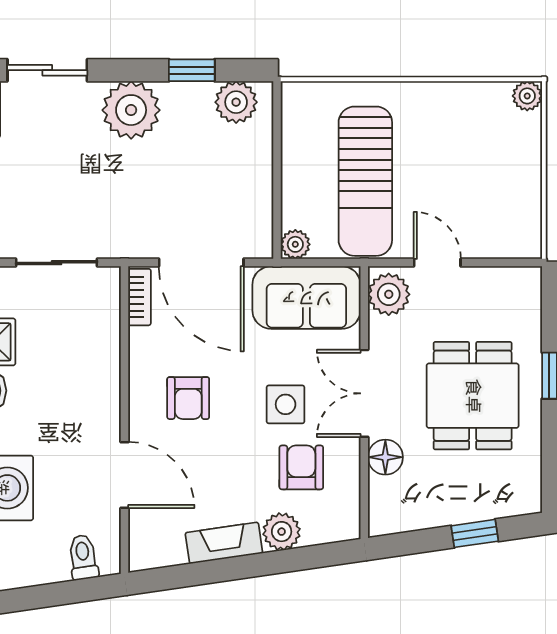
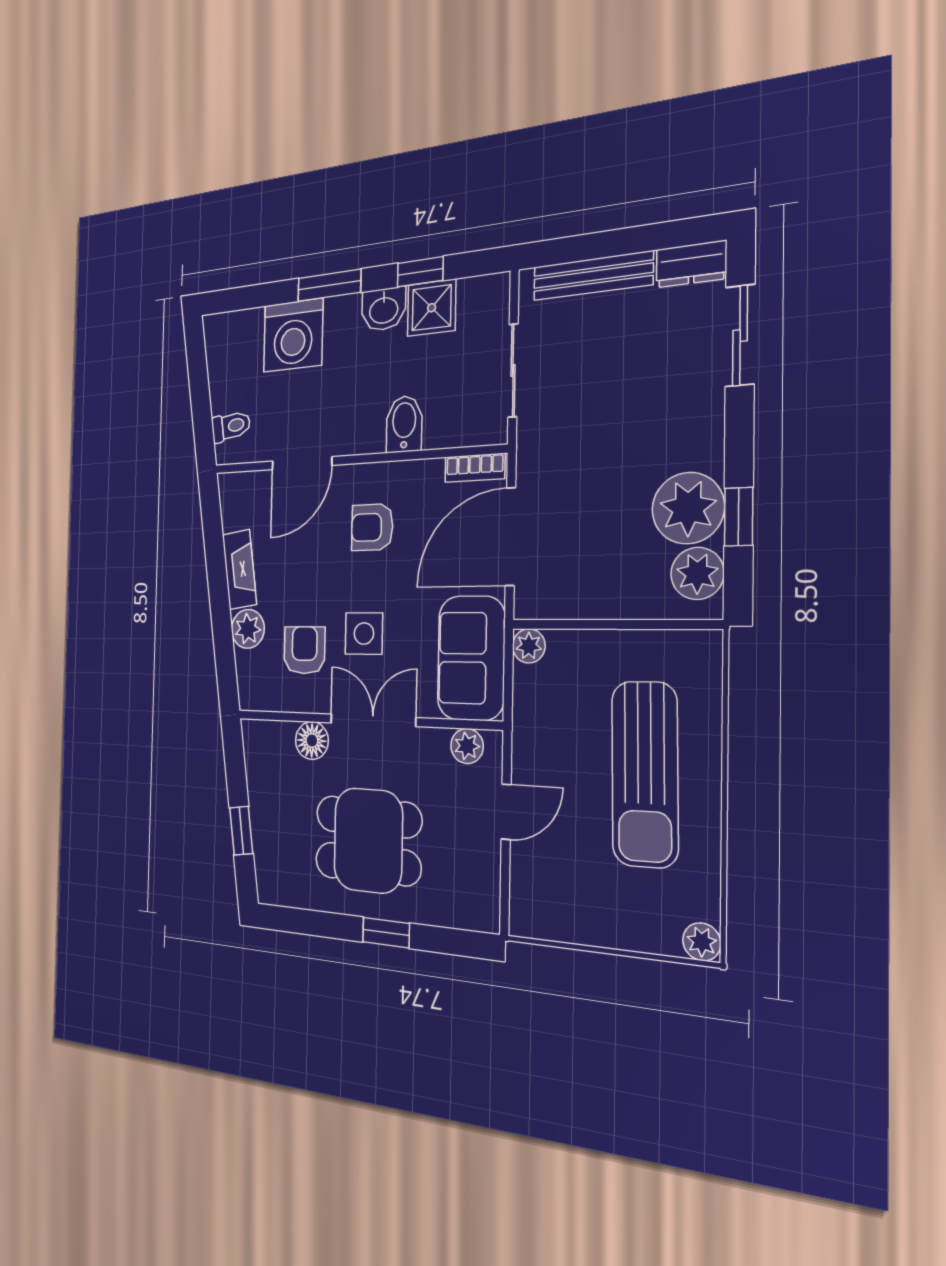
plant: (131, 110) -> (688, 508), moved
sun lounger: (365, 181) -> (645, 774), moved, turned -91
plant: (389, 294) -> (467, 746), width x0.73, depth x0.73
bidet: (95, 367) -> (404, 424), added
armchair: (301, 467) -> (304, 650), turned -90

